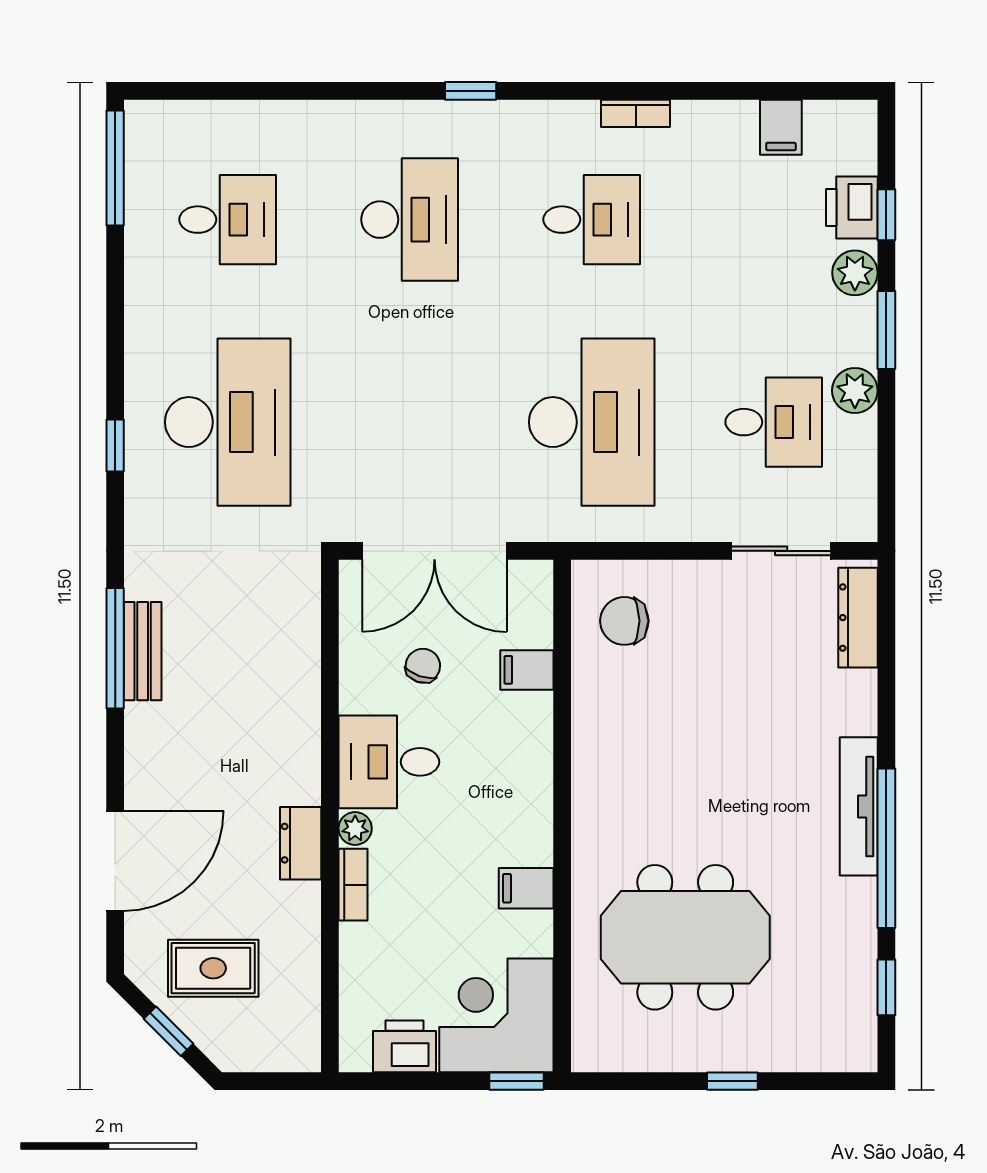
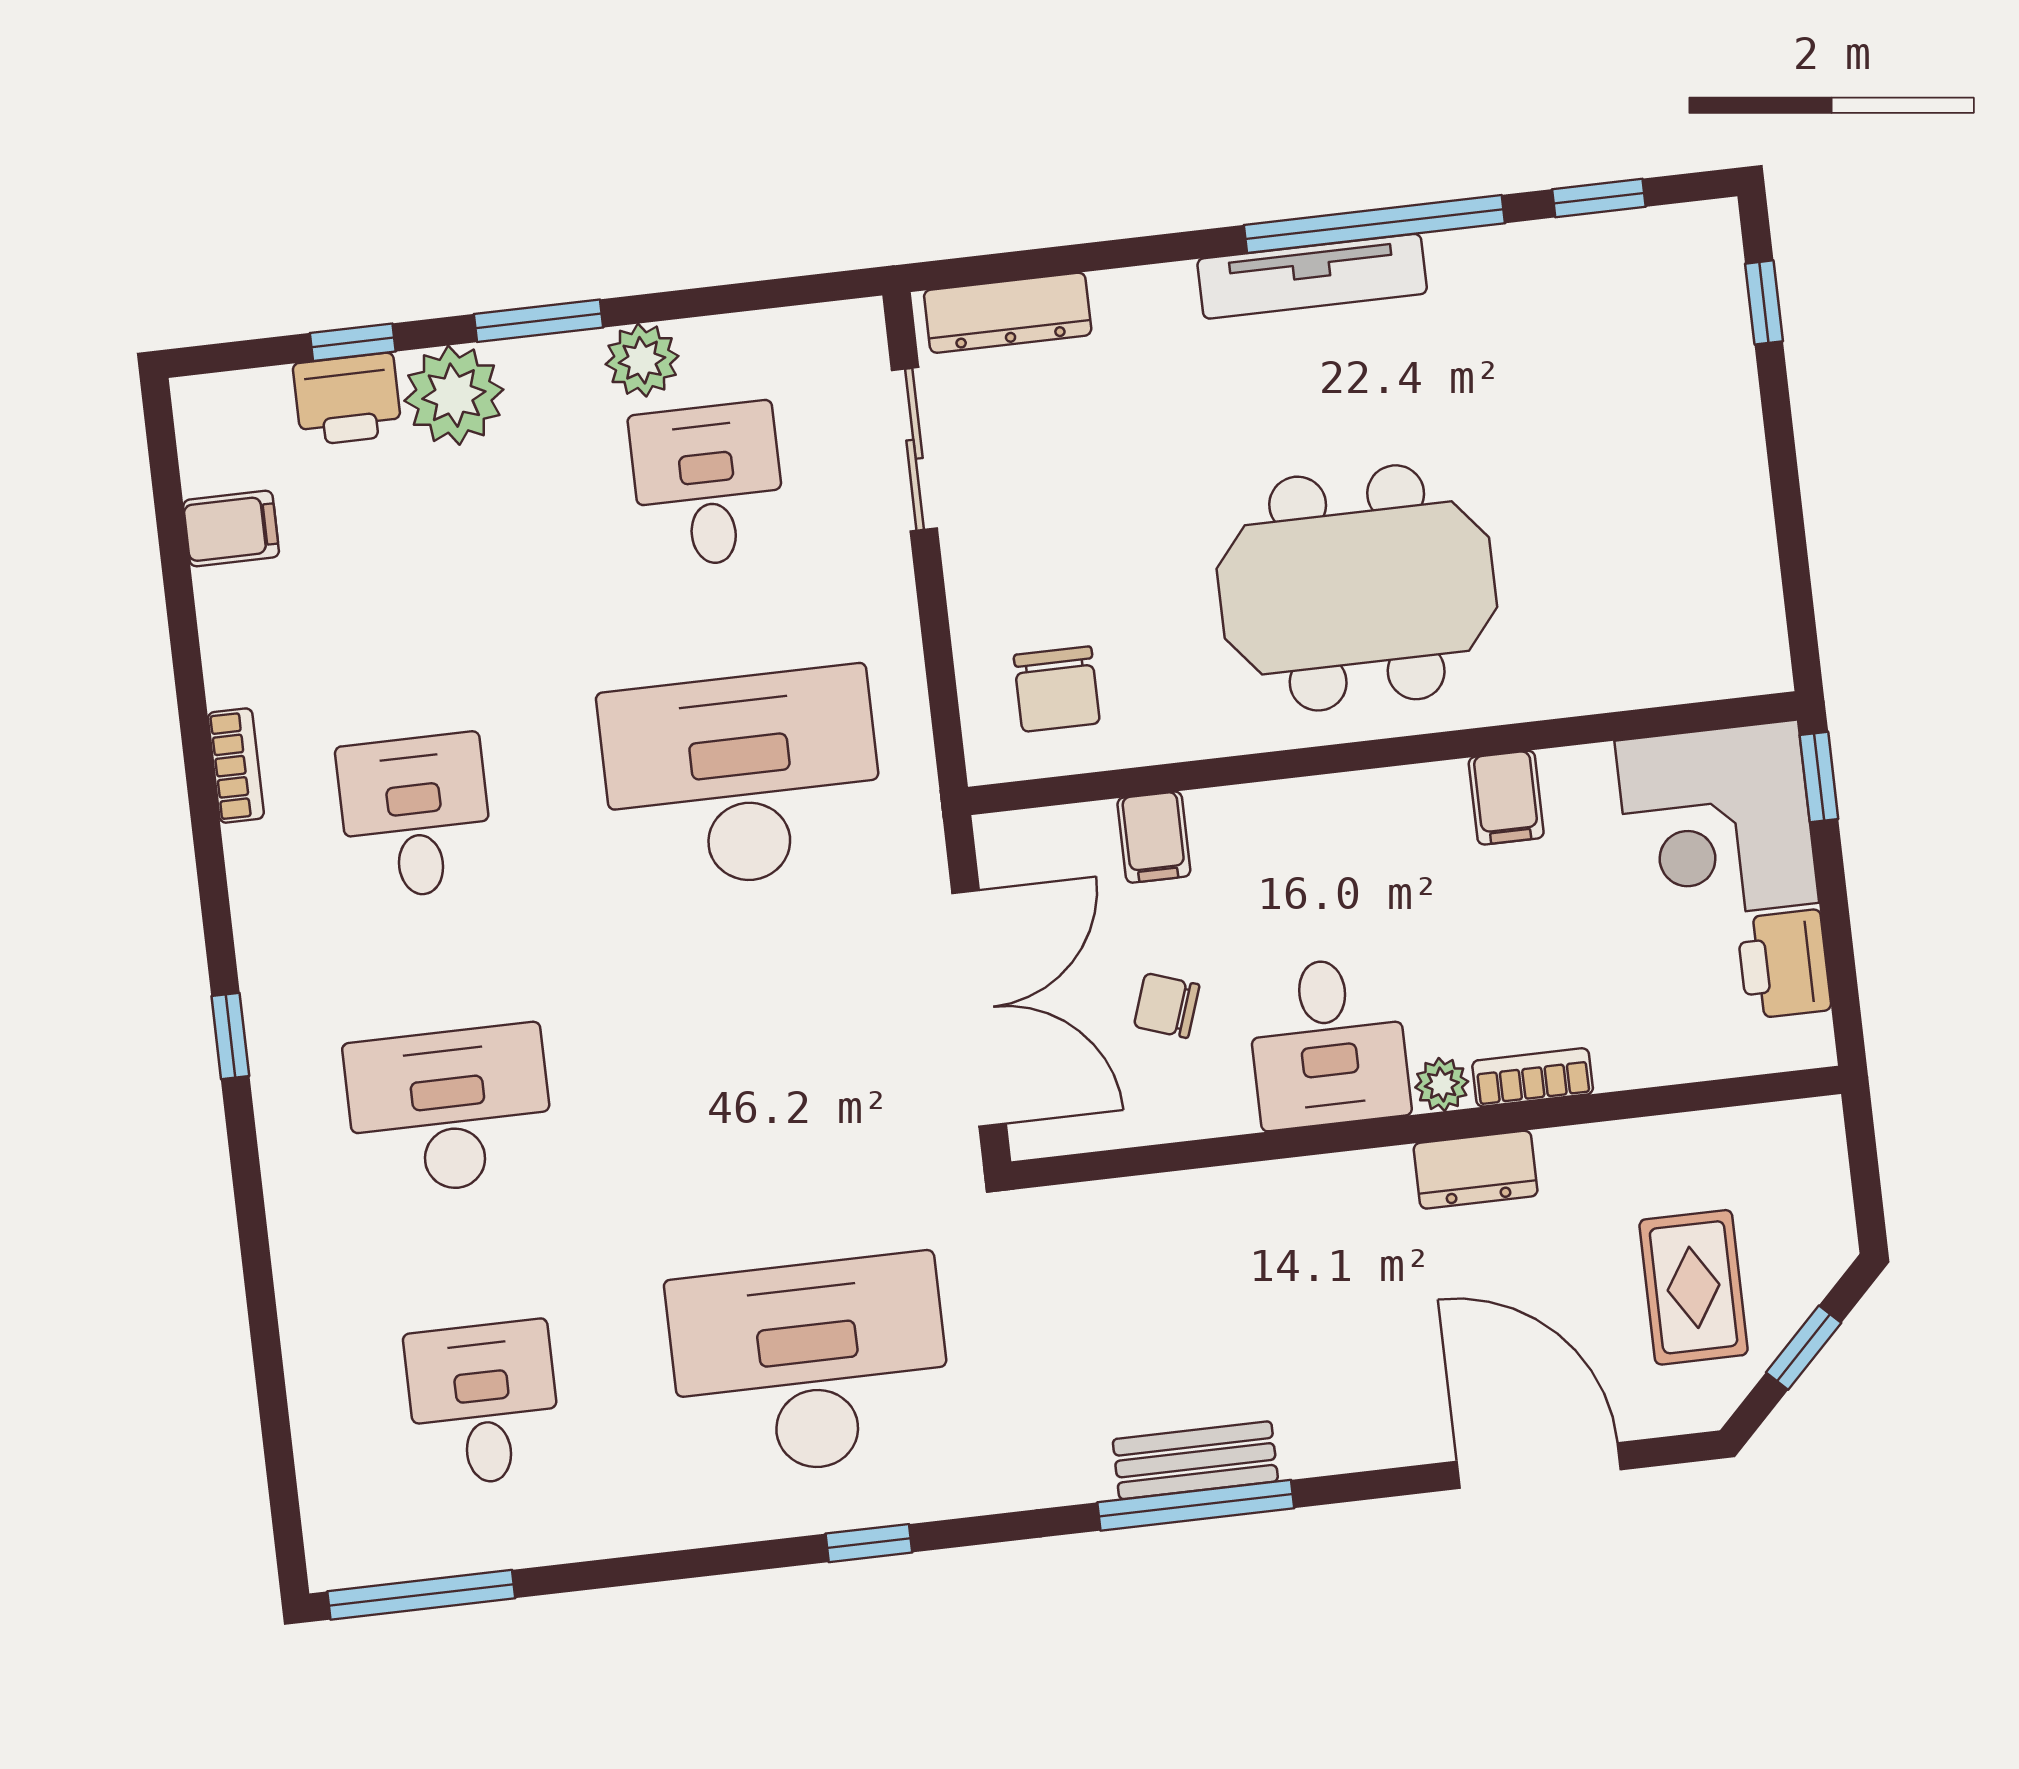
plant: (855, 273) -> (454, 395), width x1.36, depth x1.36
meeting table: (685, 937) -> (1357, 588), moved, turned 90
window: (732, 1081) -> (1764, 302), moved

